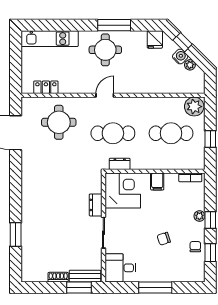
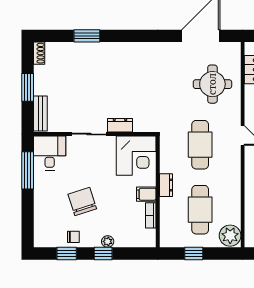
dresser: (120, 164) -> (166, 185), moved
bookcase: (190, 177) -> (151, 215), moved
chair: (164, 239) -> (82, 202), width x1.87, depth x1.87
shoe rack: (58, 277) -> (39, 53), moved
window: (79, 287) -> (28, 87), moved
window: (155, 287) -> (28, 170), moved

